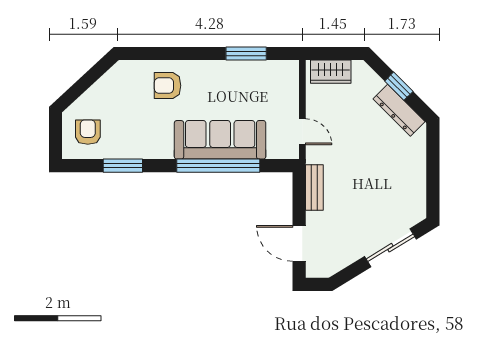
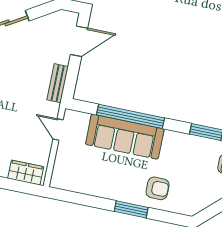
window: (246, 54) -> (131, 209), moved
door: (299, 243) -> (79, 41), hinge flipped

